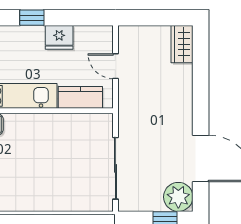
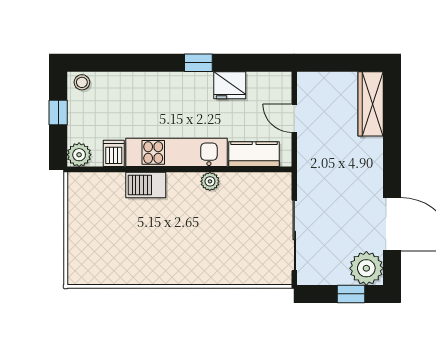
wardrobe: (182, 44) -> (371, 104), width x1.50
plant: (42, 121) -> (210, 181), added

